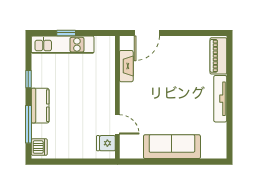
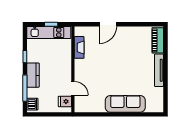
fireplace: (126, 66) -> (79, 47), moved
wall: (117, 97) -> (73, 69), moved
door: (117, 124) -> (73, 88), moved
fridge: (106, 143) -> (65, 101), moved

